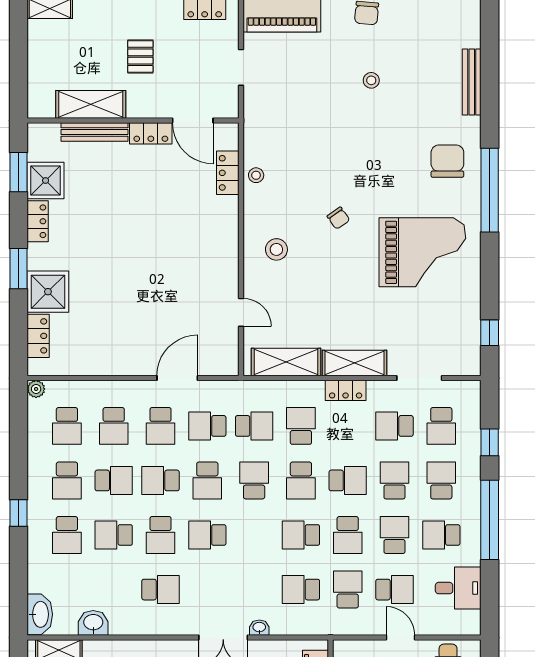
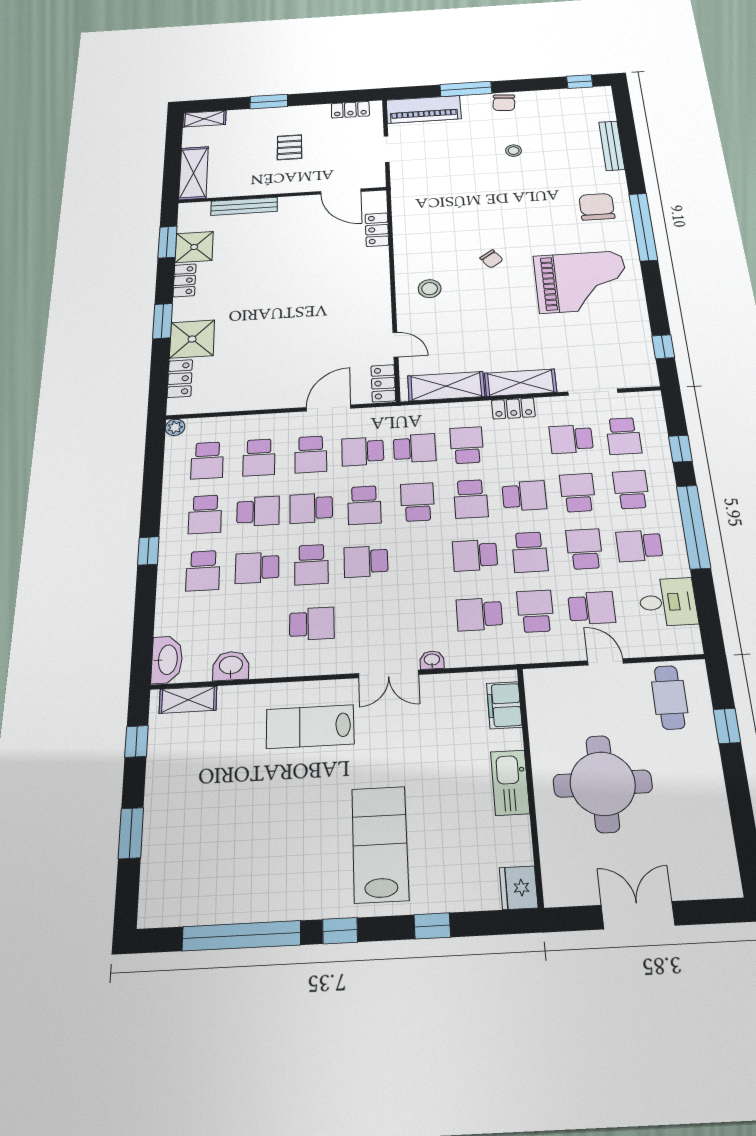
shelving: (91, 104) -> (194, 173), moved, turned 90
locker: (151, 133) -> (383, 383), moved, turned 90
stool: (256, 175) -> (405, 230), removed

